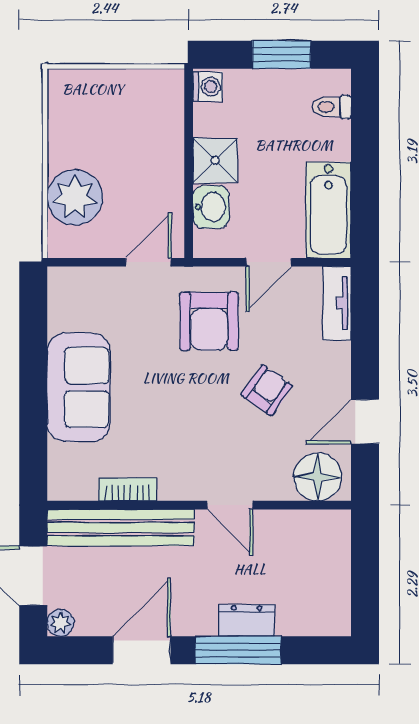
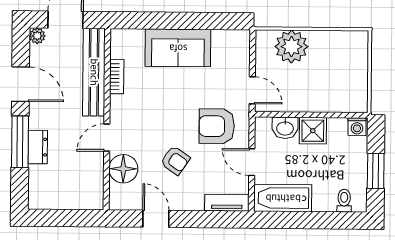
floor lamp: (318, 477) -> (123, 169), moved

